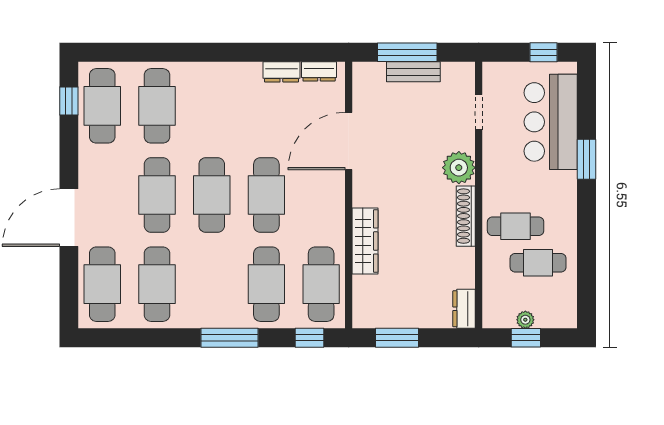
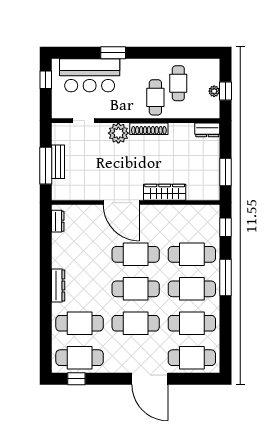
dresser: (281, 72) -> (58, 285), moved, width x1.44
door: (349, 141) -> (121, 203), moved
cafe table: (321, 284) -> (192, 289), moved

